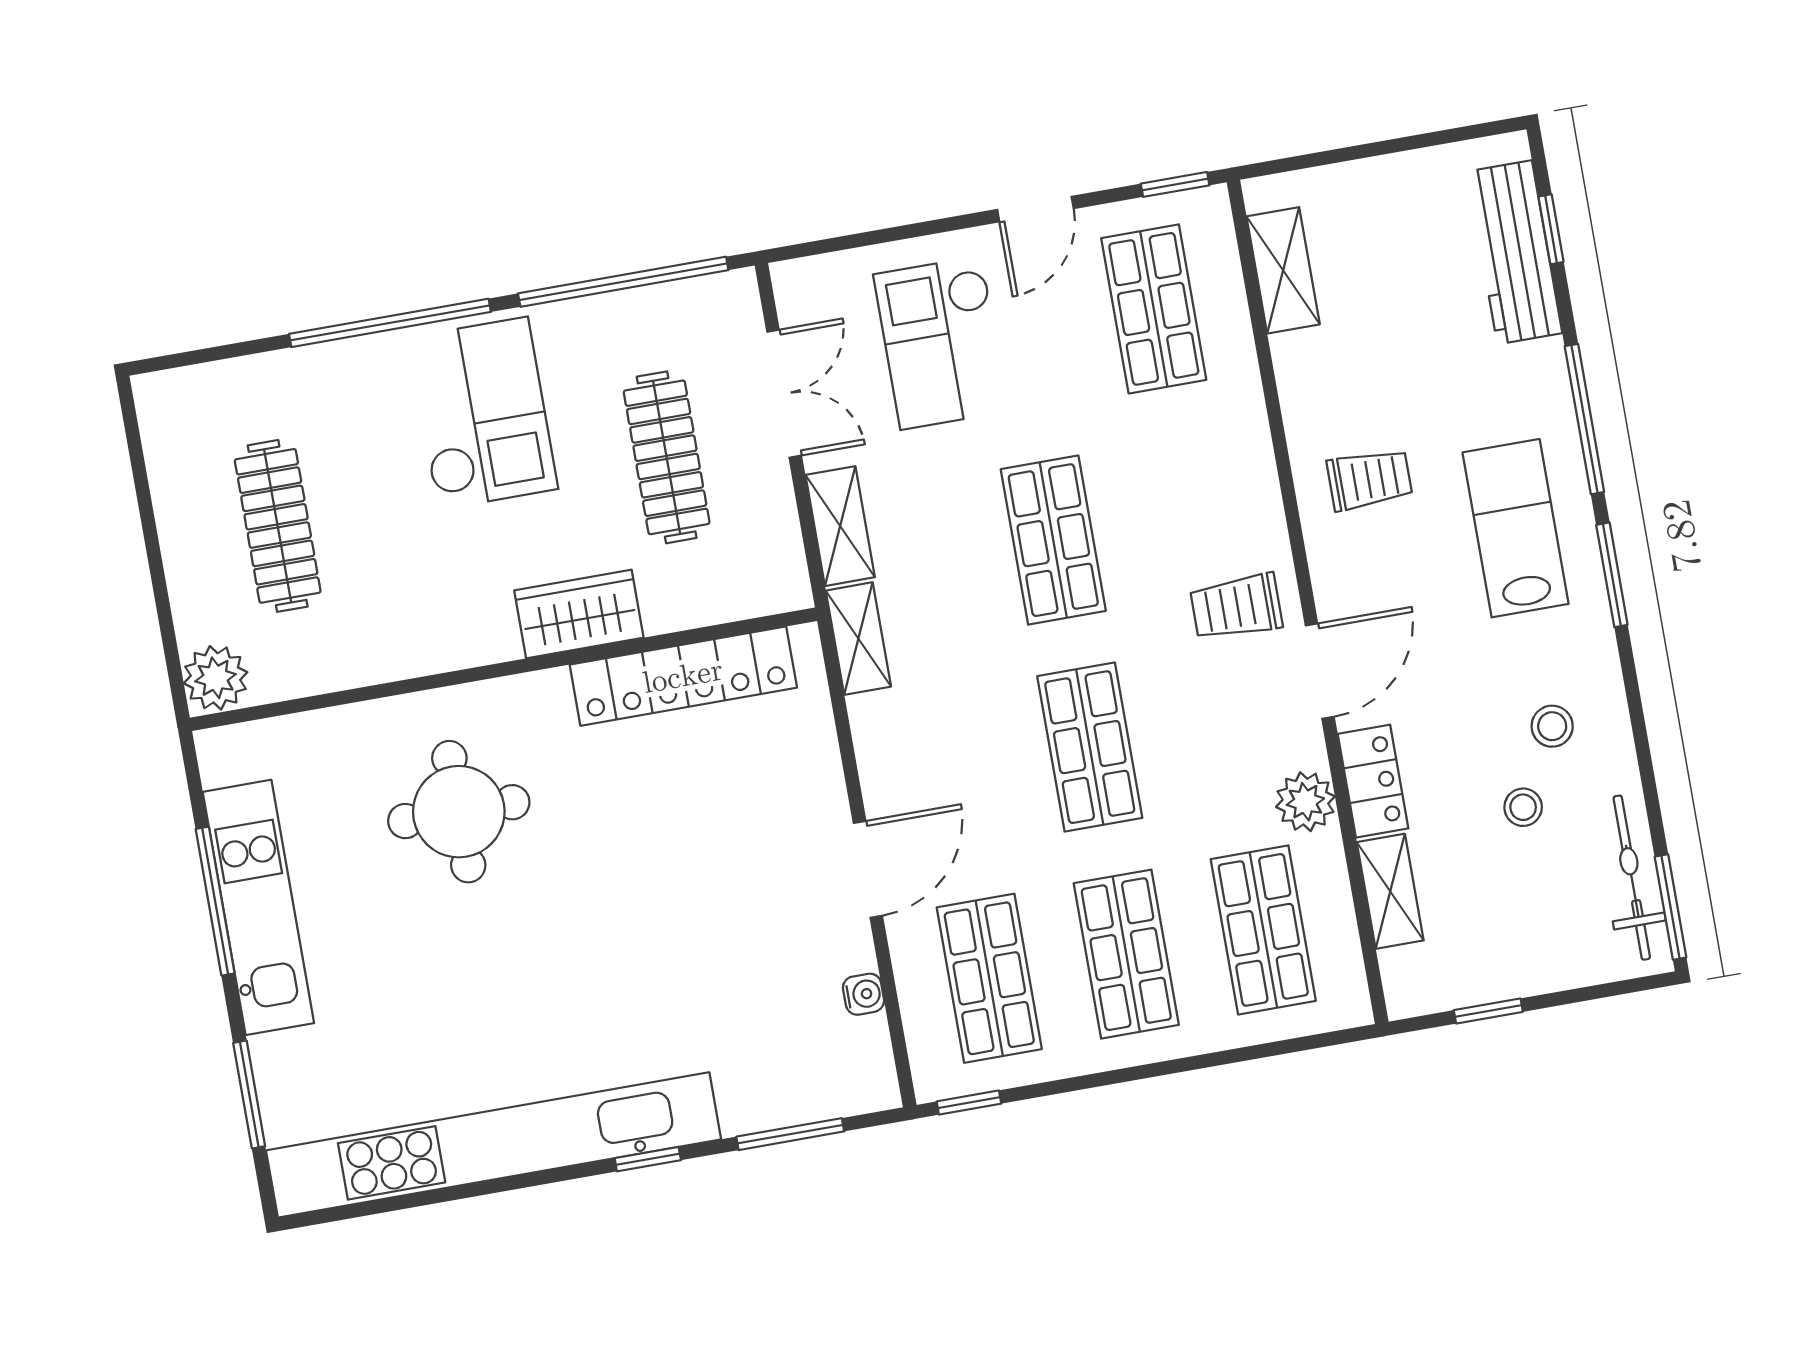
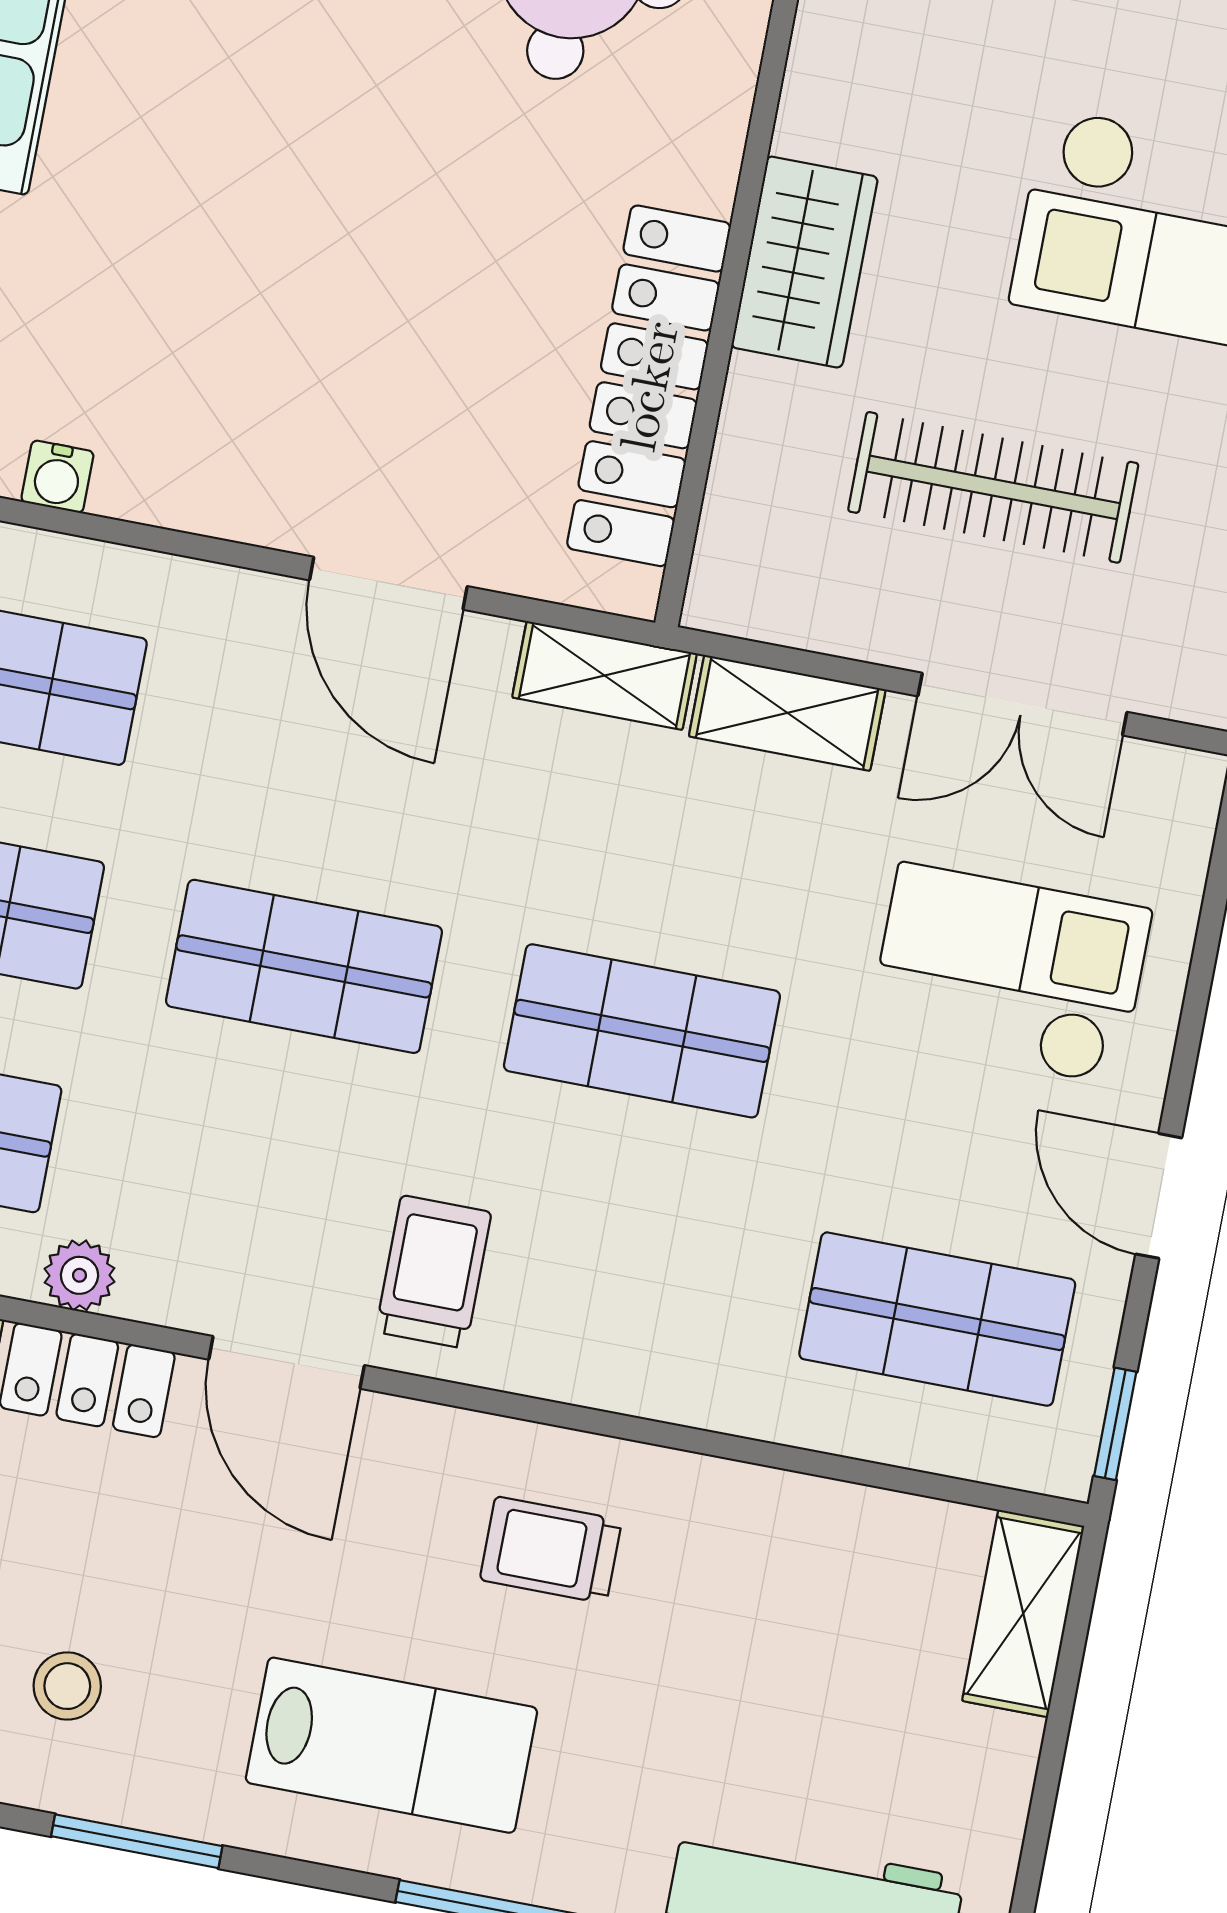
shelving: (1283, 270) -> (1023, 1613), moved, turned 90
trolley: (1370, 479) -> (551, 1550), turned 90
window: (1612, 575) -> (137, 1841), moved
plant: (1305, 802) -> (79, 1275), width x0.73, depth x0.73
door: (868, 869) -> (388, 583), moved

